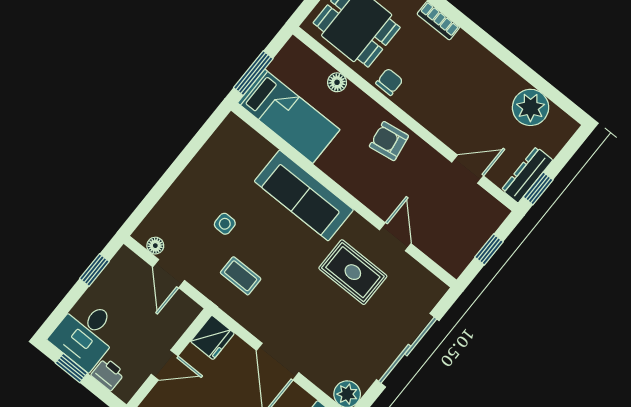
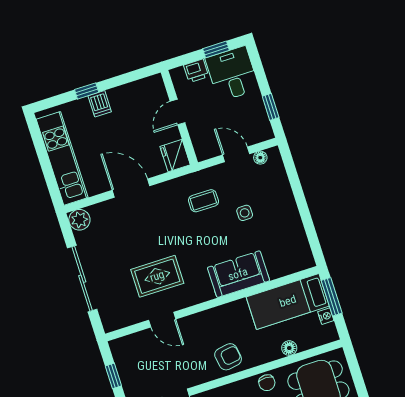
nightstand: (278, 66) -> (326, 316), added
sofa: (304, 196) -> (238, 274), width x0.73

